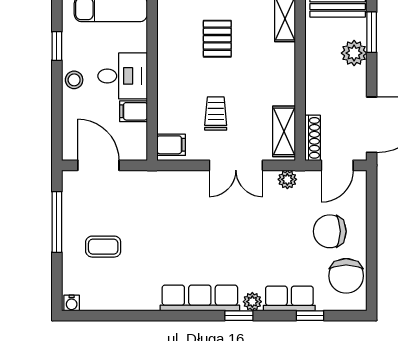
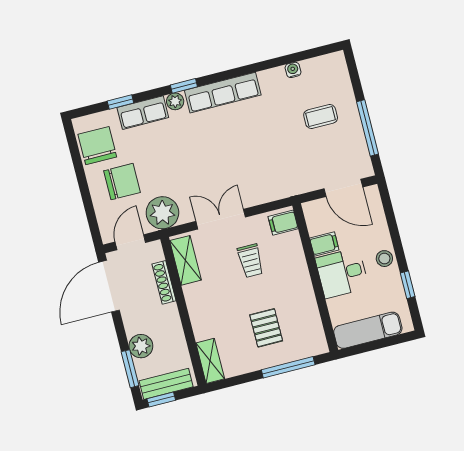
shoe rack: (313, 138) -> (164, 282), moved
plant: (287, 179) -> (162, 213), width x1.87, depth x1.87
water cooler: (72, 303) -> (293, 70), moved

